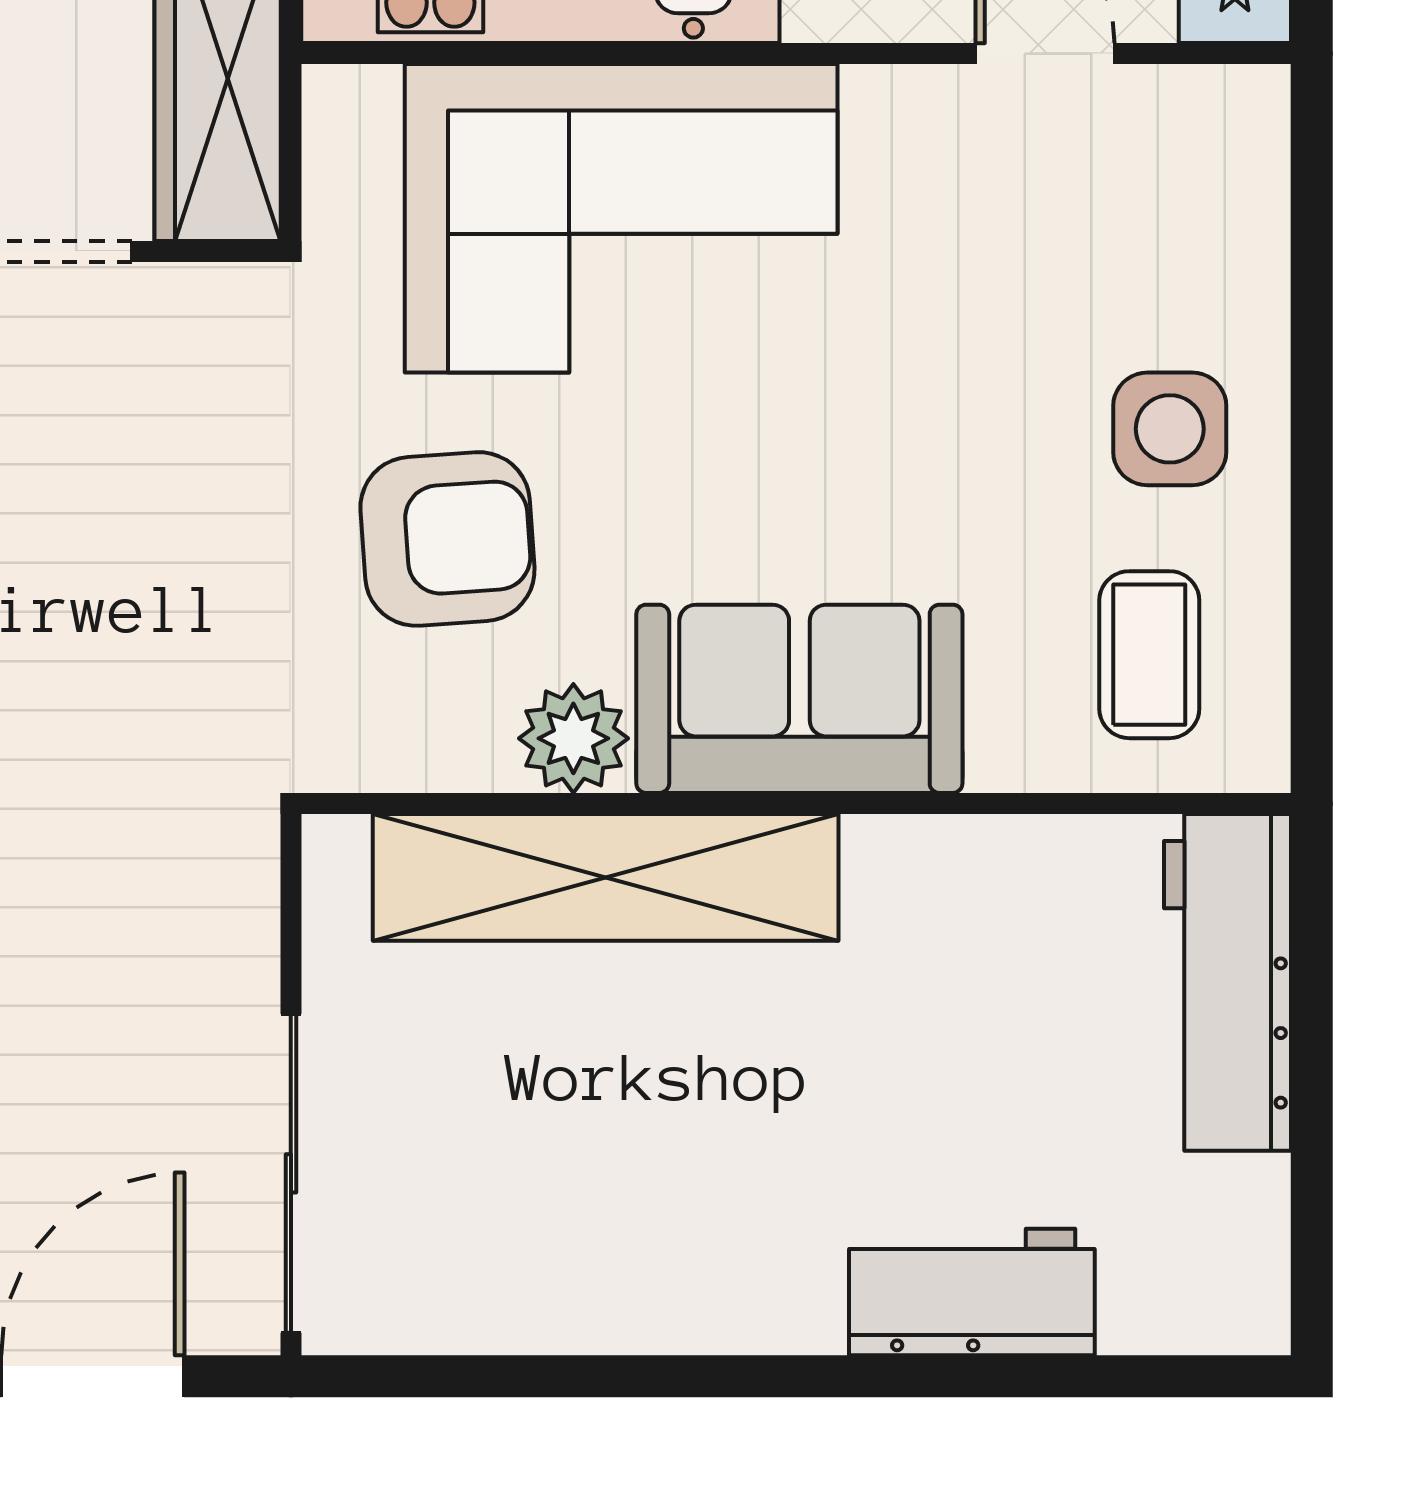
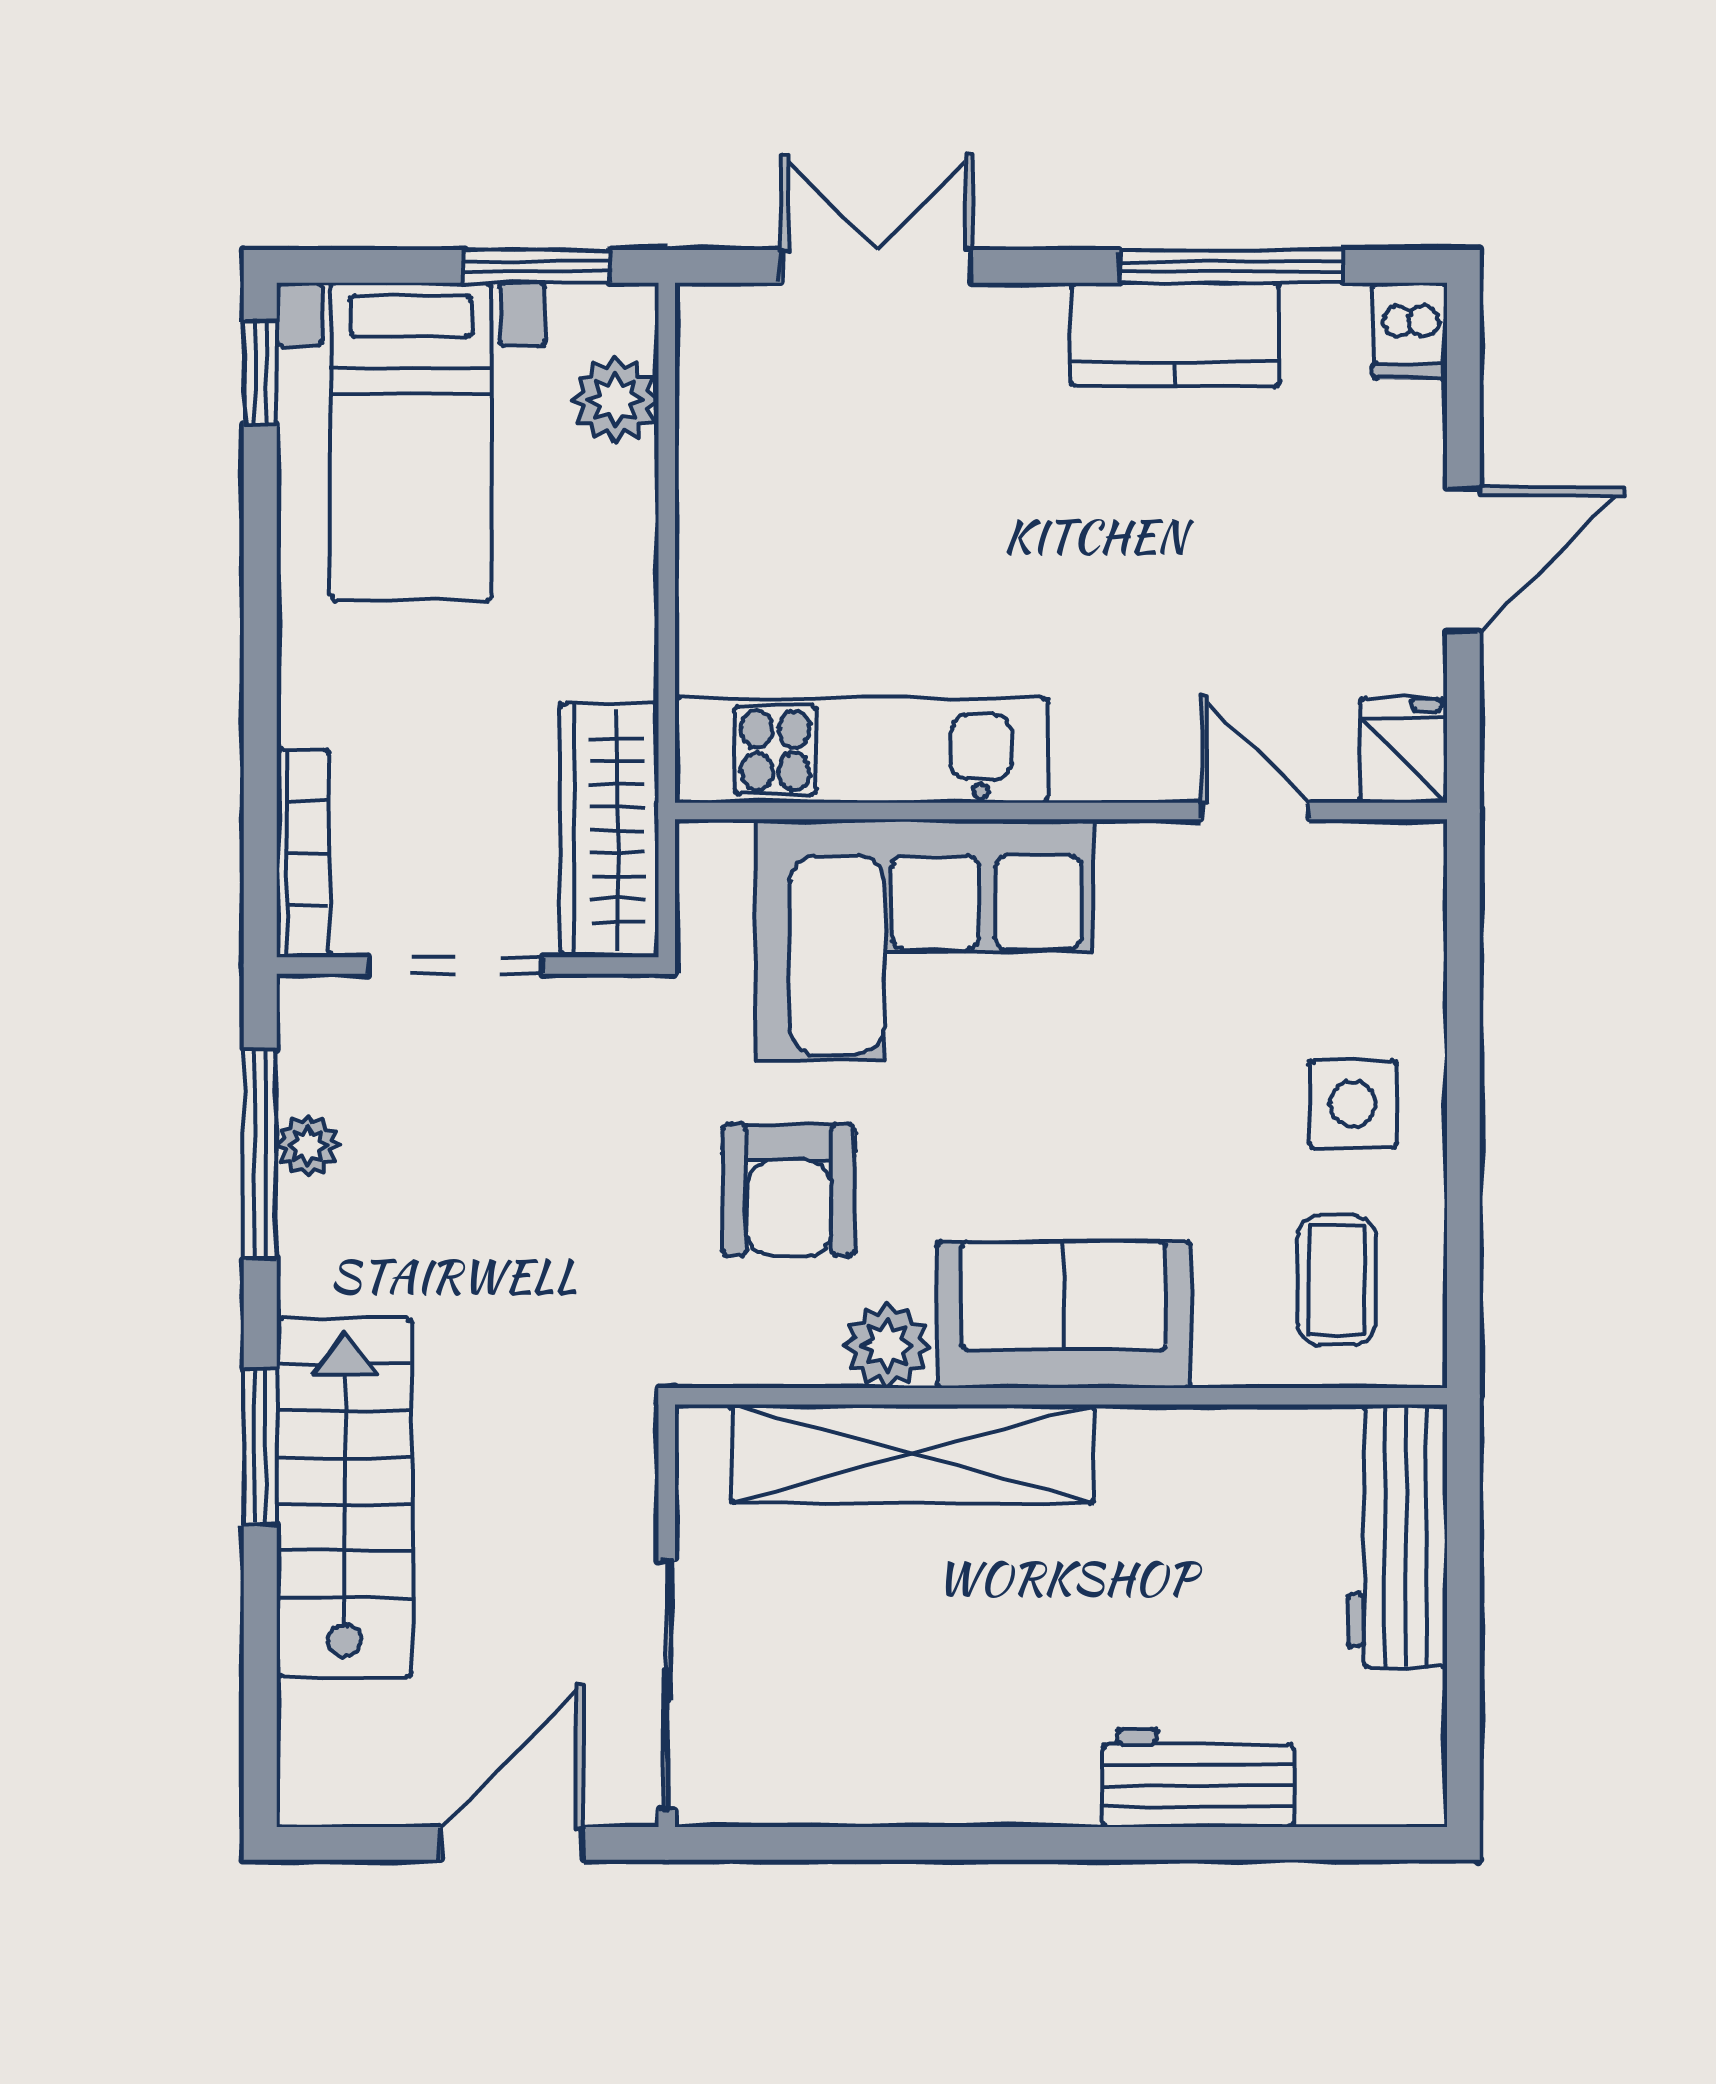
armchair: (447, 539) -> (789, 1190), turned 94

